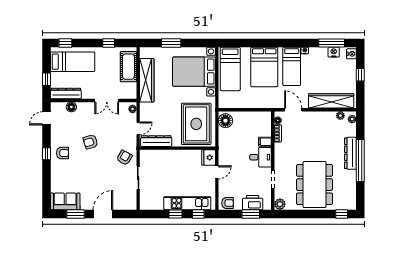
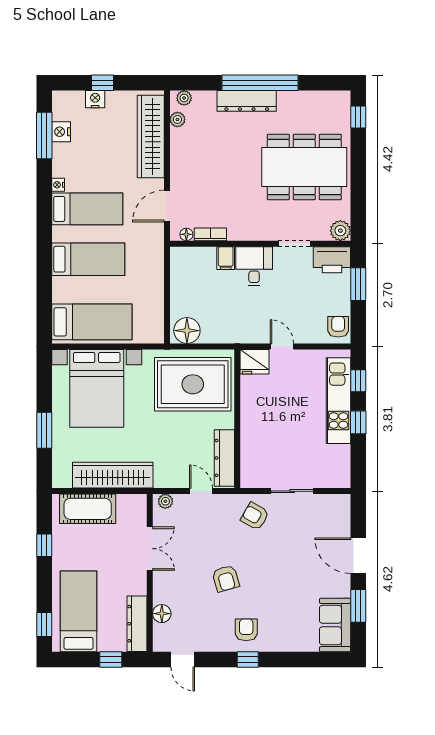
nightstand: (351, 54) -> (95, 99), moved
bed: (264, 67) -> (88, 259), width x0.67
printer: (253, 203) -> (332, 260), moved, turned -90

